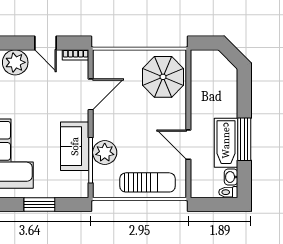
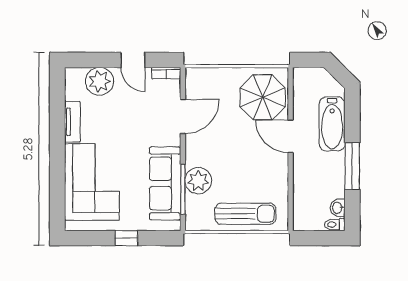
bathtub: (226, 143) -> (332, 124), moved
door: (188, 145) -> (291, 136), moved
sofa: (75, 146) -> (165, 183), width x1.36
window: (39, 205) -> (126, 238), width x0.67

